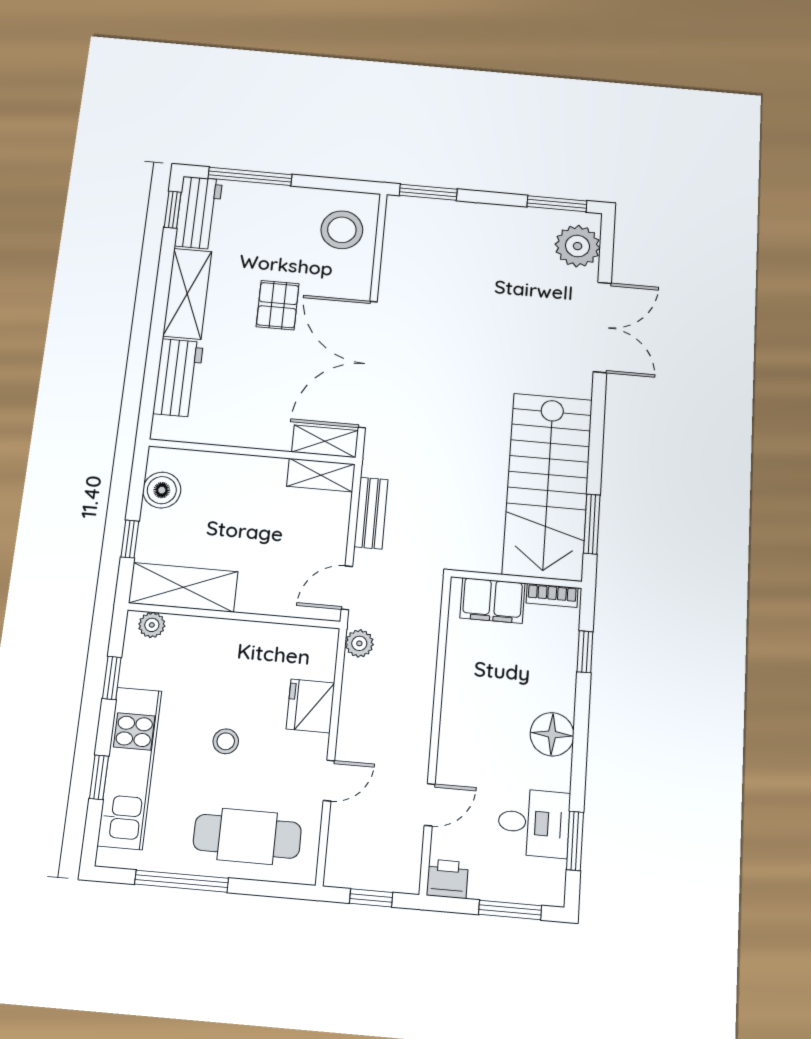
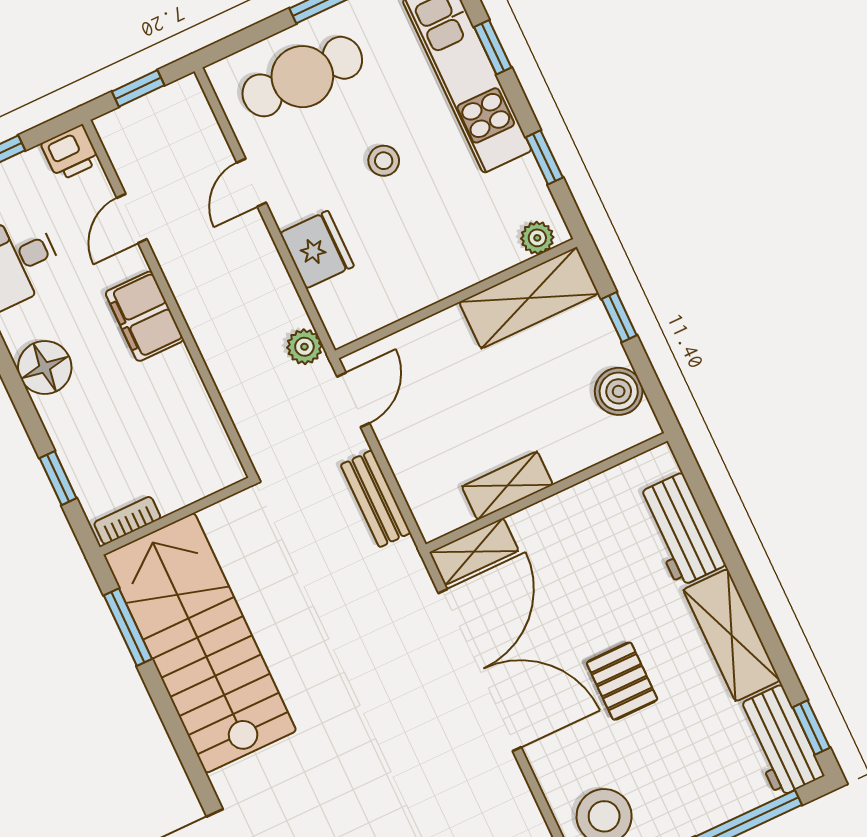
shelving: (321, 475) -> (507, 486), moved
filing cabinet: (492, 600) -> (145, 316), moved, turned -90

